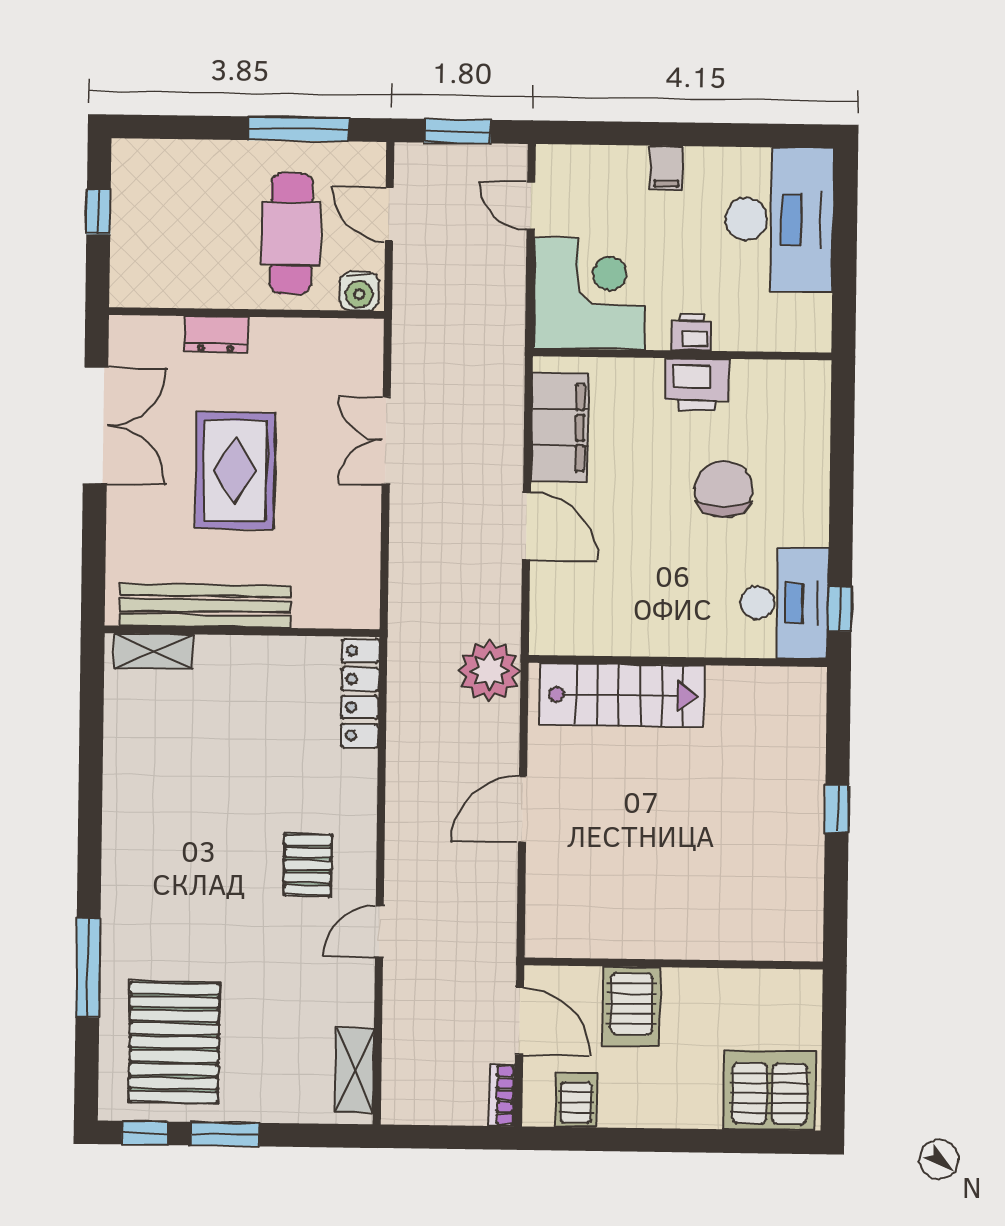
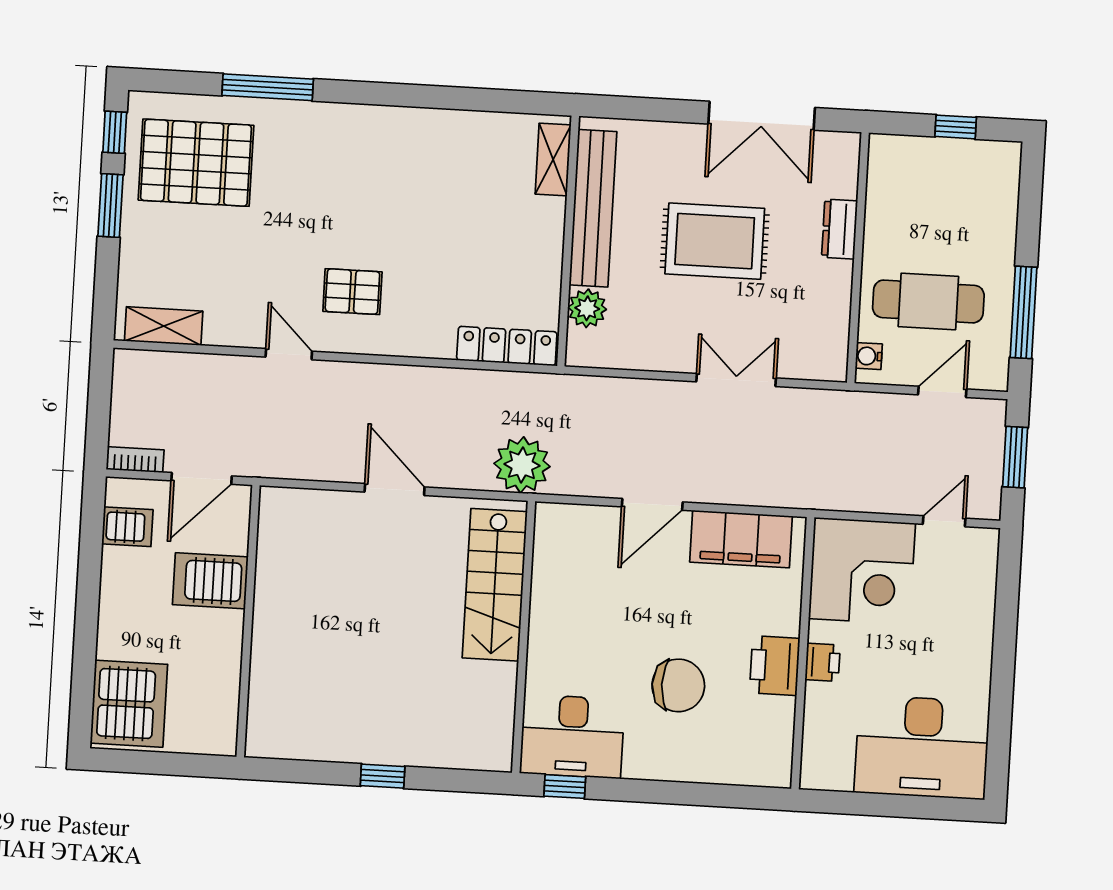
filing cabinet: (666, 168) -> (973, 646), removed
water cooler: (359, 291) -> (869, 356), width x0.72, depth x0.72
plant: (315, 607) -> (587, 308), added

